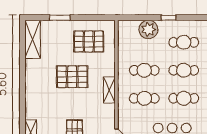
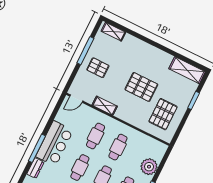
pallet: (72, 77) -> (141, 87), turned 90
shelving: (109, 90) -> (105, 106), moved

